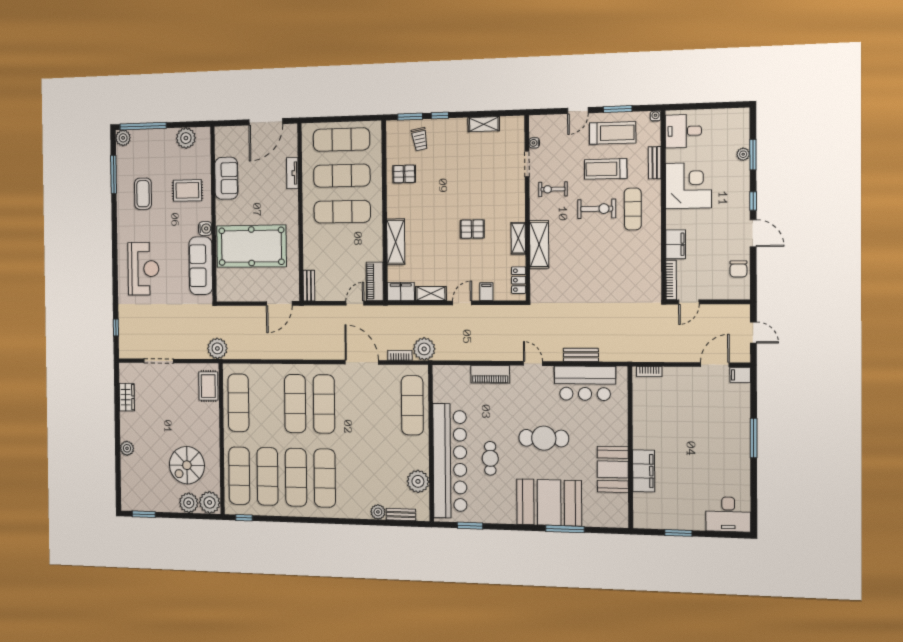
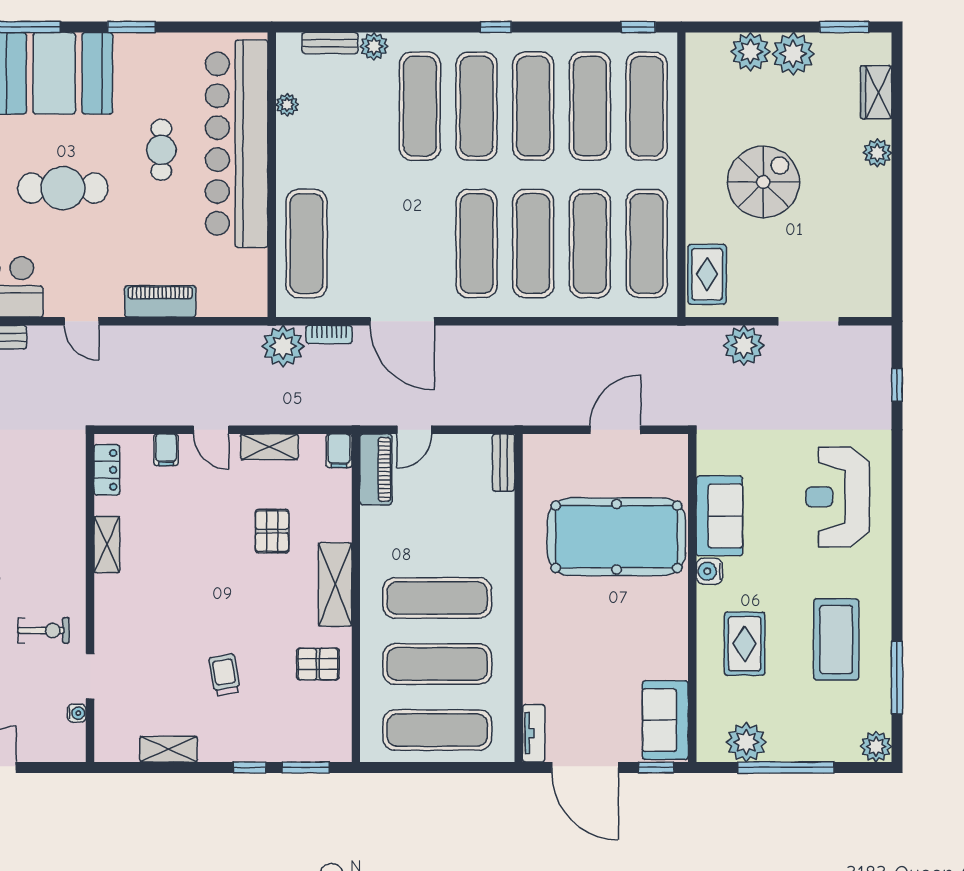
door: (266, 122) -> (585, 767), swing flipped
window: (230, 123) -> (656, 767), added
window: (143, 126) -> (786, 767), moved
trolley: (420, 139) -> (224, 675), moved
tv unit: (292, 173) -> (534, 733), moved
sofa: (226, 178) -> (665, 720), moved
rug: (187, 190) -> (745, 644), turned 90
coffee table: (143, 194) -> (836, 639), width x1.36, depth x1.32
pallet: (472, 229) -> (272, 531), moved, turned 90
shelving: (396, 242) -> (335, 585), moved
shelving: (539, 244) -> (69, 533), removed
sofa: (201, 266) -> (719, 516), width x0.73
filing cabinet: (401, 291) -> (339, 451), width x0.50
door: (279, 303) -> (615, 430), moved
door: (462, 303) -> (211, 430), hinge flipped
plant: (217, 348) -> (744, 345), moved
wardrobe: (127, 397) -> (876, 92), moved
exercise mat: (267, 403) -> (590, 244), added
spiral stairs: (187, 465) -> (763, 182), moved
exercise mat: (354, 479) -> (420, 106), added
plant: (418, 481) -> (287, 105), width x0.53, depth x0.53
plant: (210, 502) -> (793, 54), moved
window: (315, 520) -> (496, 27), added
window: (470, 526) -> (132, 27), moved

